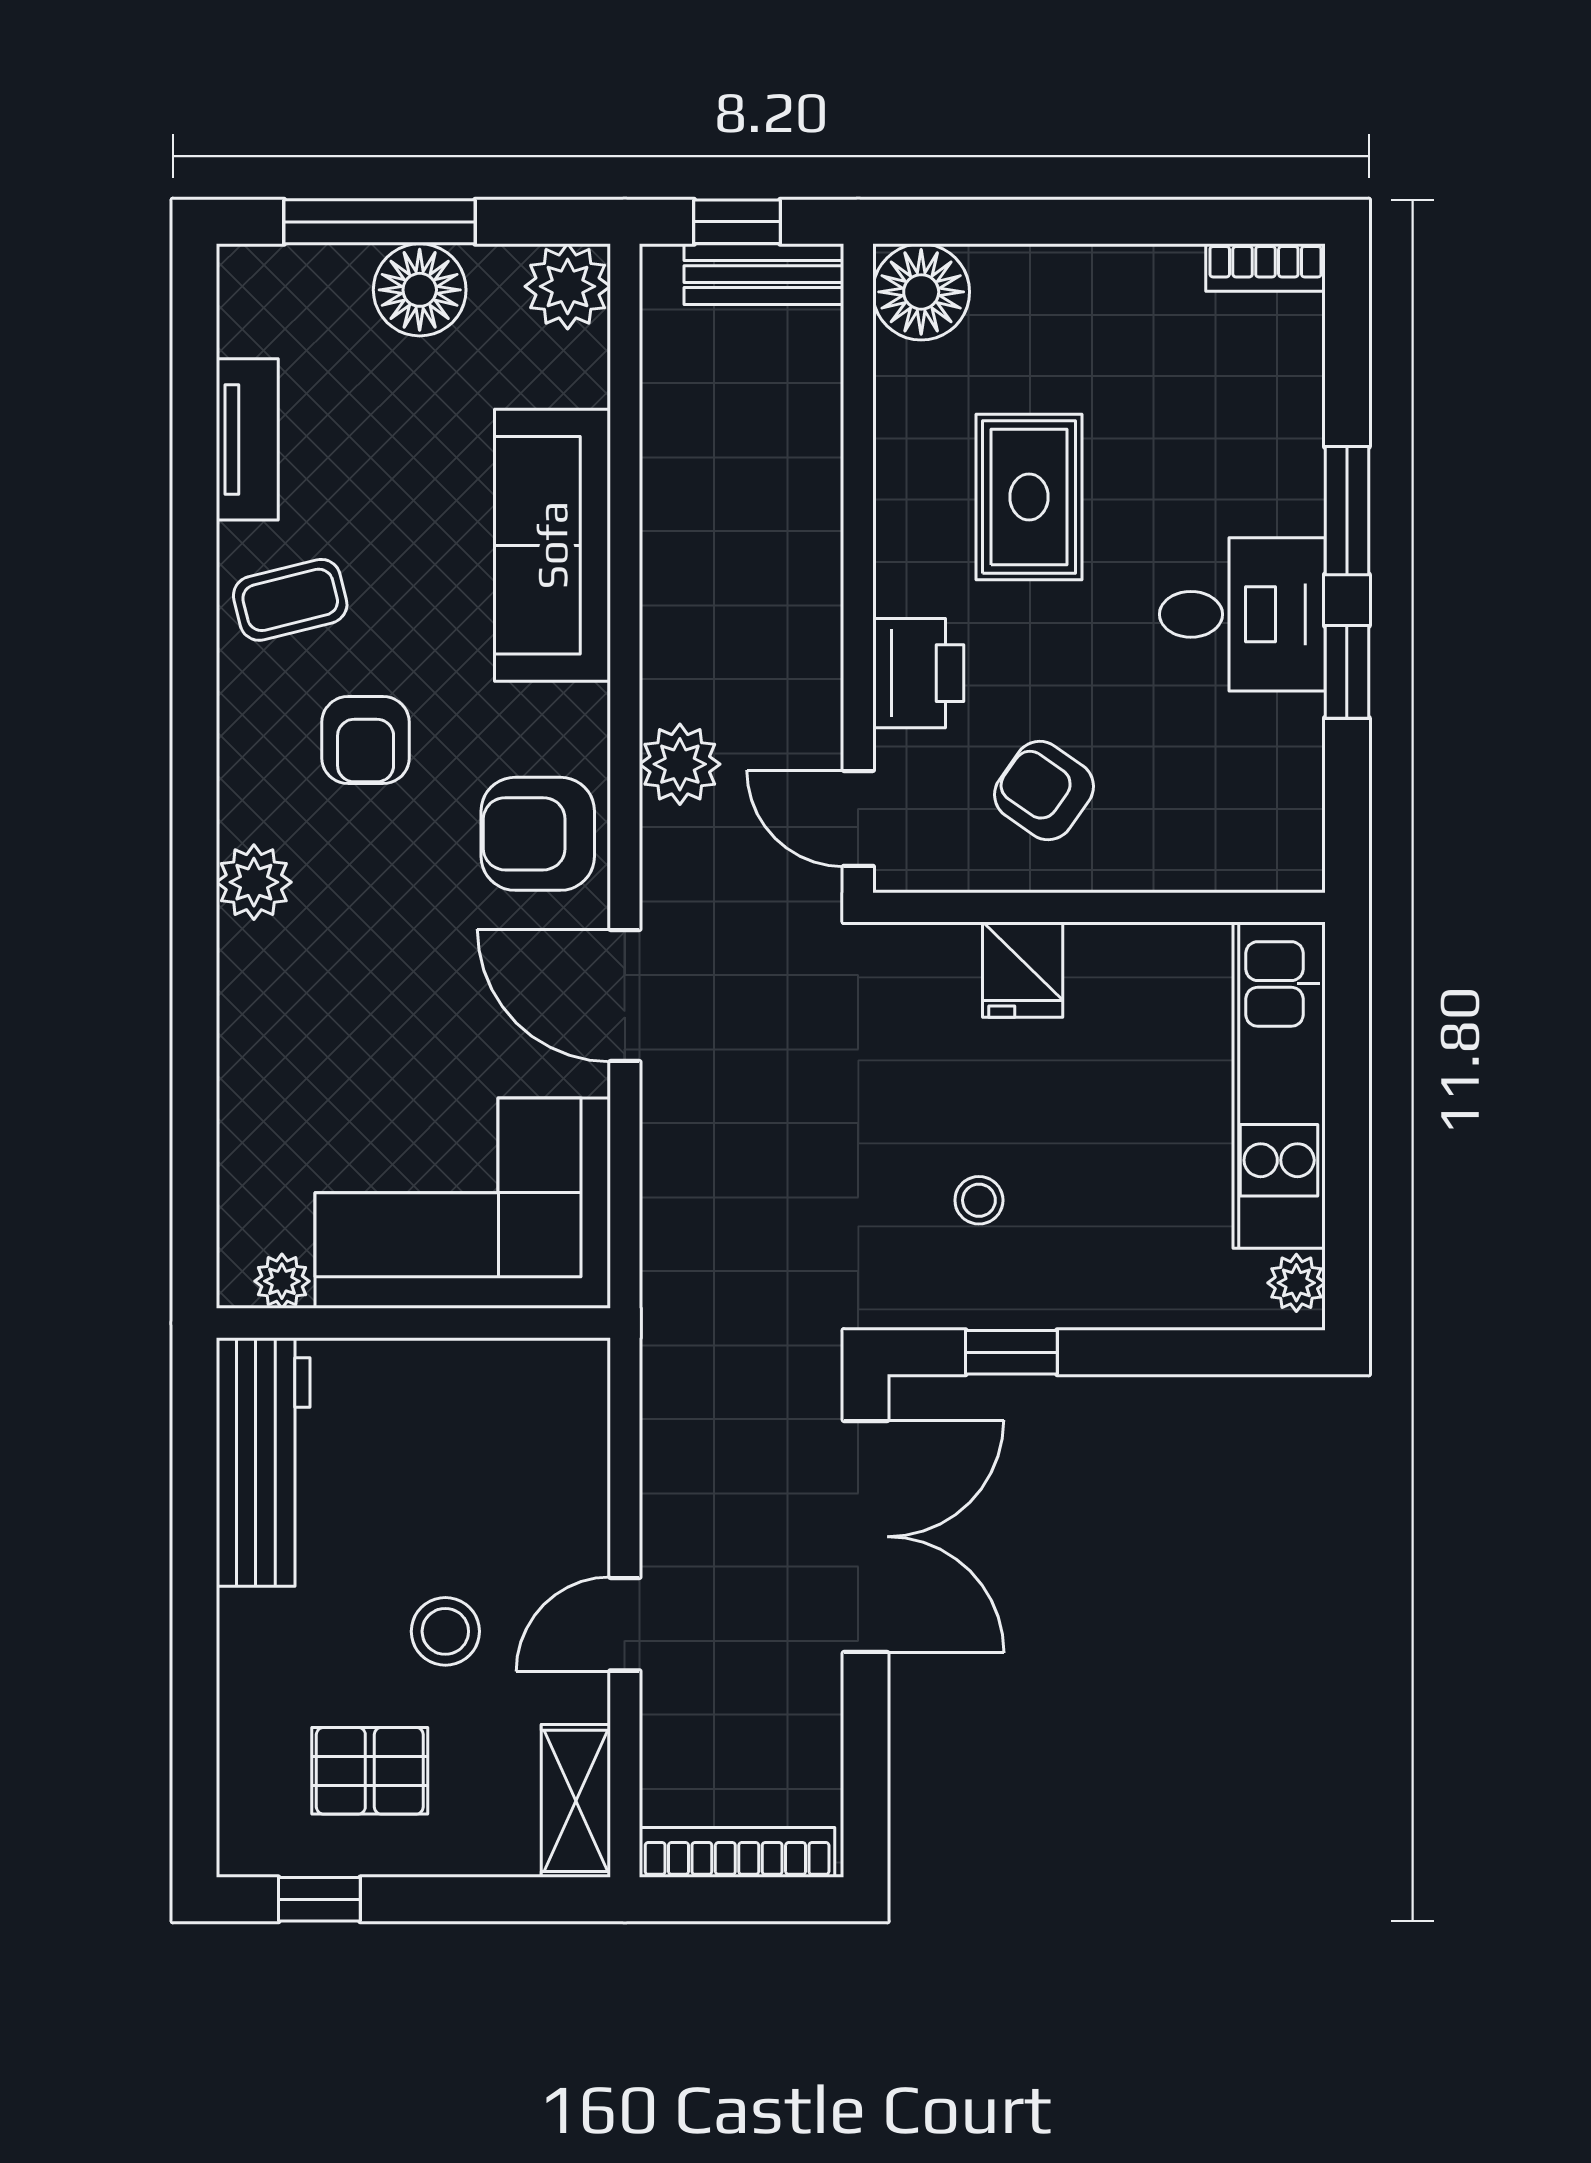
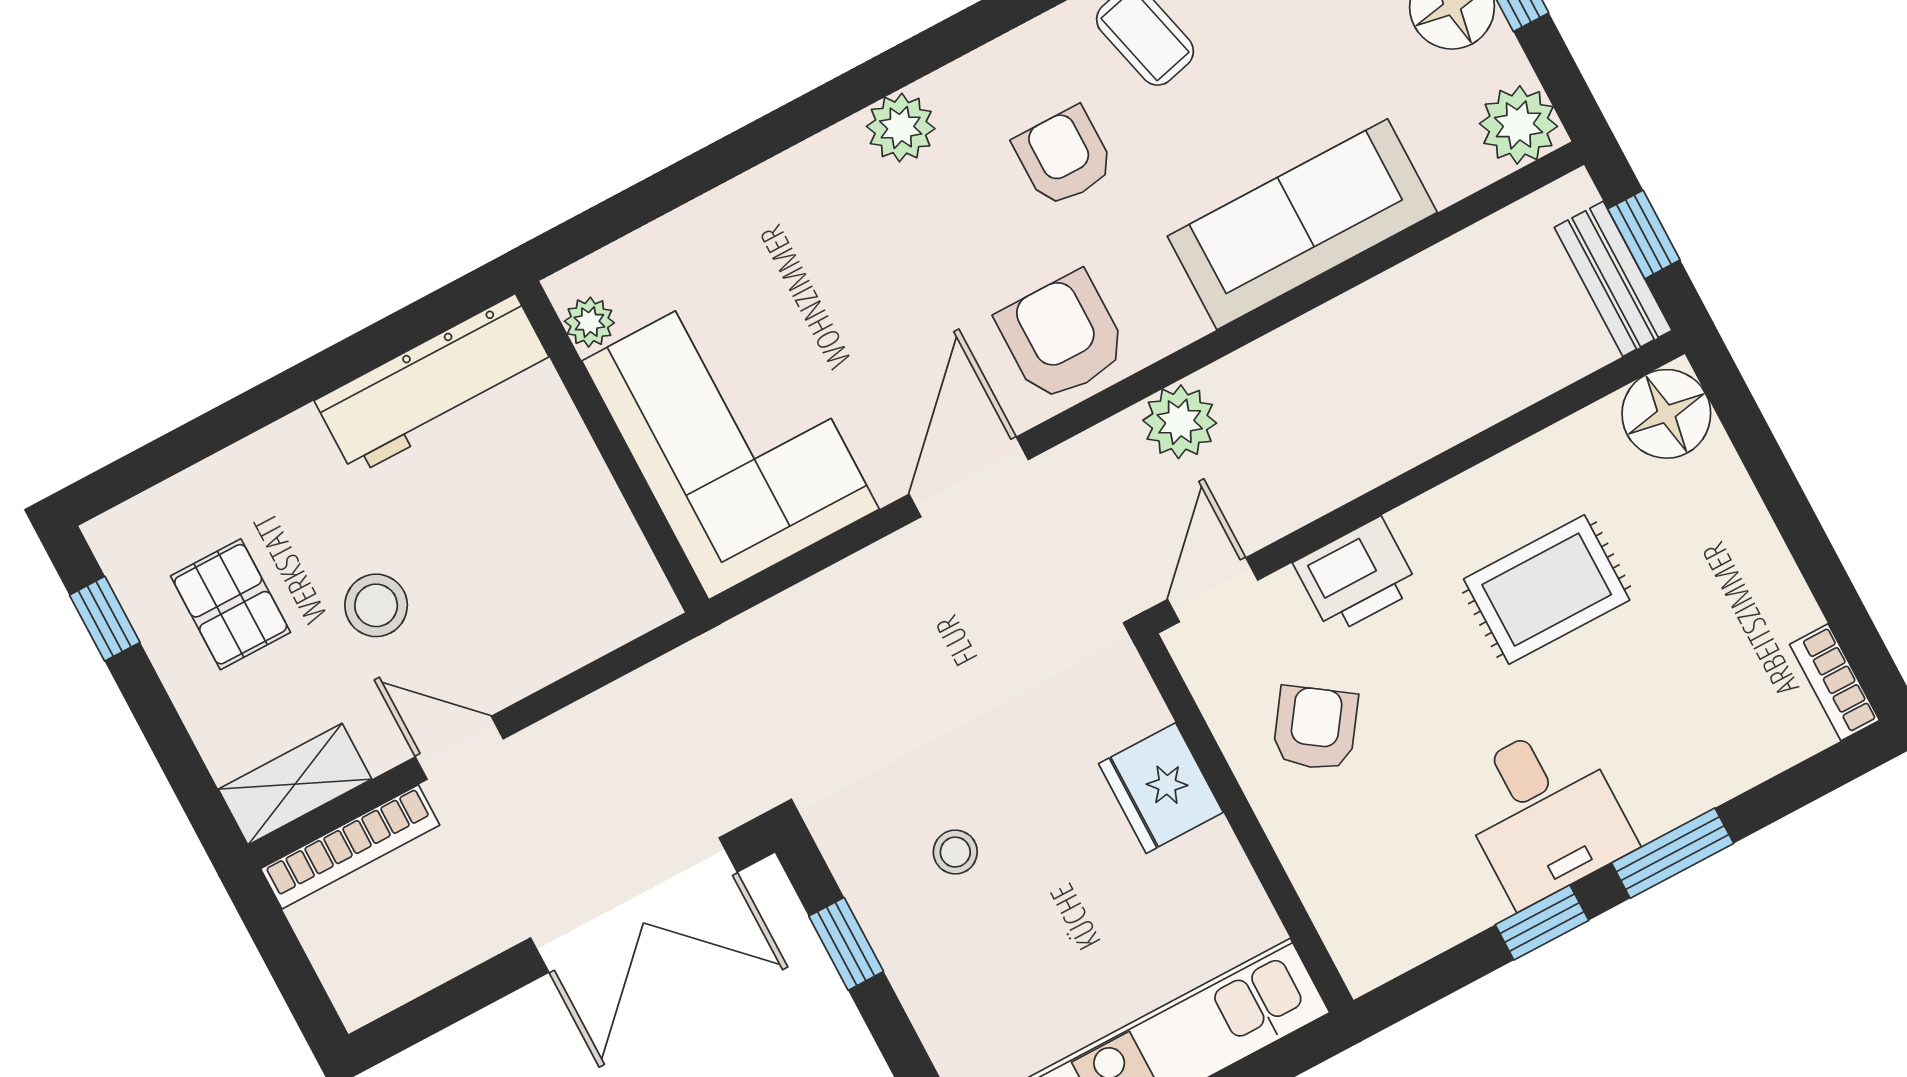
armchair: (366, 740) -> (1064, 157), turned 90
fridge: (1023, 970) -> (1161, 788), width x1.38
bookcase: (737, 1852) -> (350, 847), moved, turned 90

